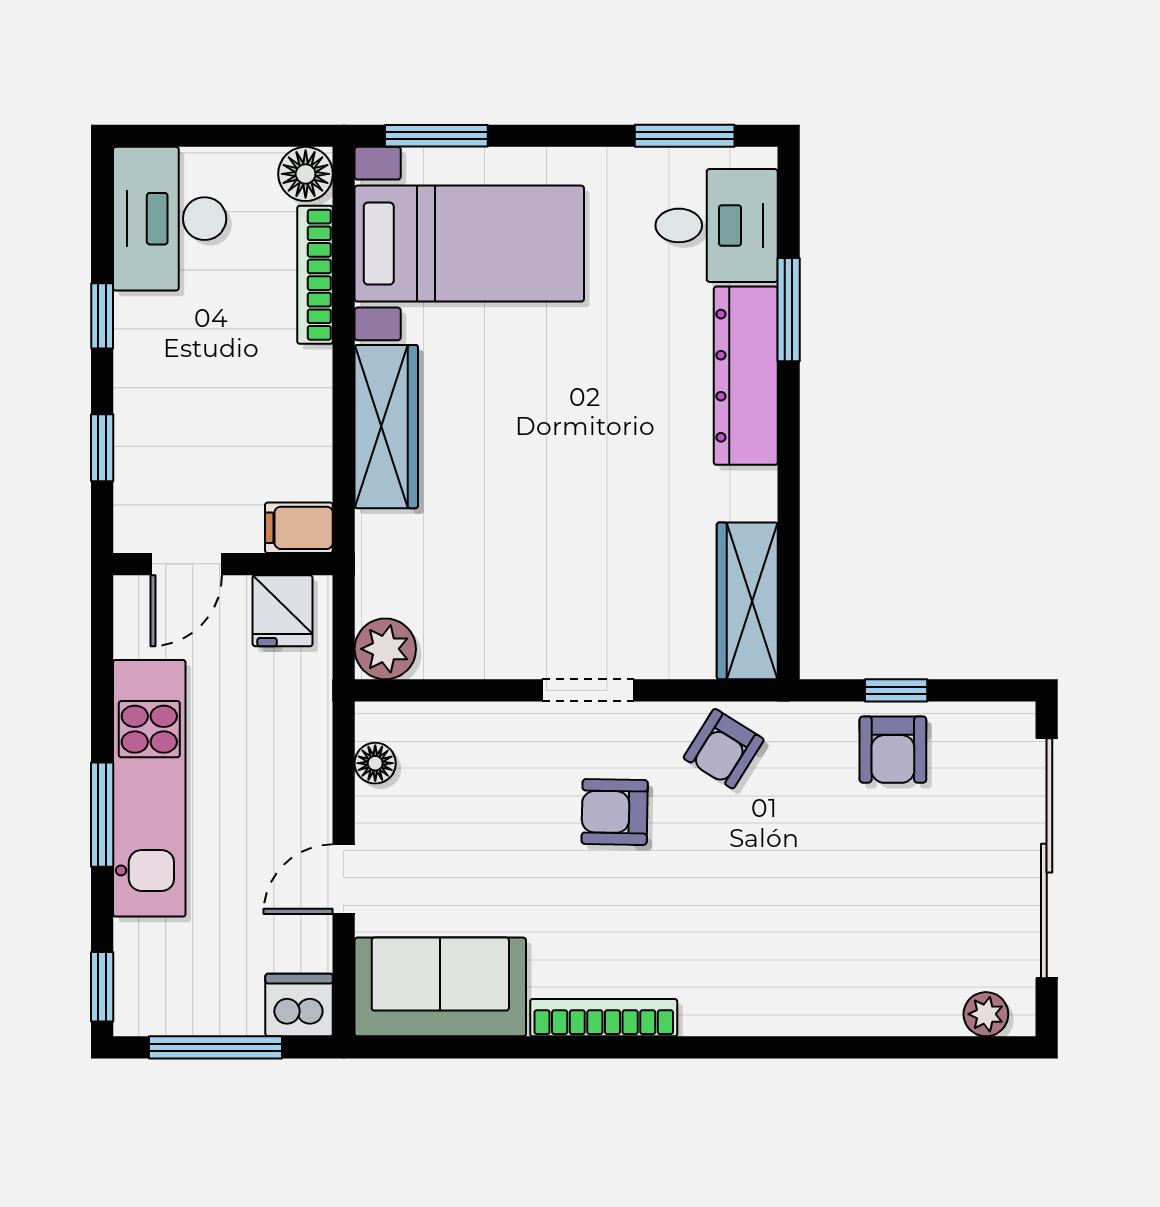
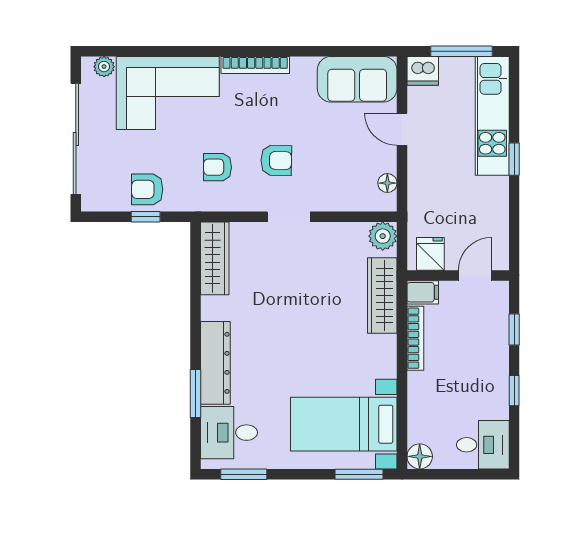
desk: (170, 219) -> (483, 445), width x0.73
bookcase: (315, 275) -> (415, 338), moved
wardrobe: (386, 427) -> (382, 296), moved
armchair: (724, 749) -> (218, 167), moved, turned -122
armchair: (893, 750) -> (147, 189), turned -90
kitchen unit: (149, 788) -> (492, 116), moved
window: (102, 815) -> (514, 159), width x0.67
door: (344, 879) -> (402, 129), swing flipped
corner sofa: (849, 957) -> (168, 93), added
window: (102, 987) -> (514, 79), removed
bookcase: (604, 1018) -> (255, 65), moved

